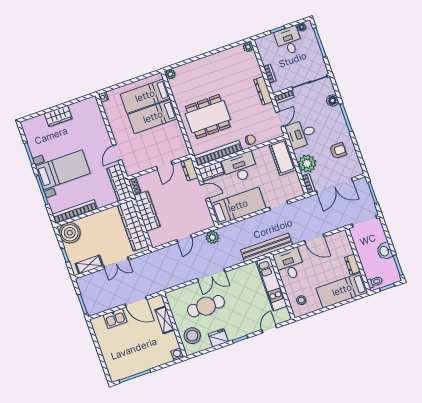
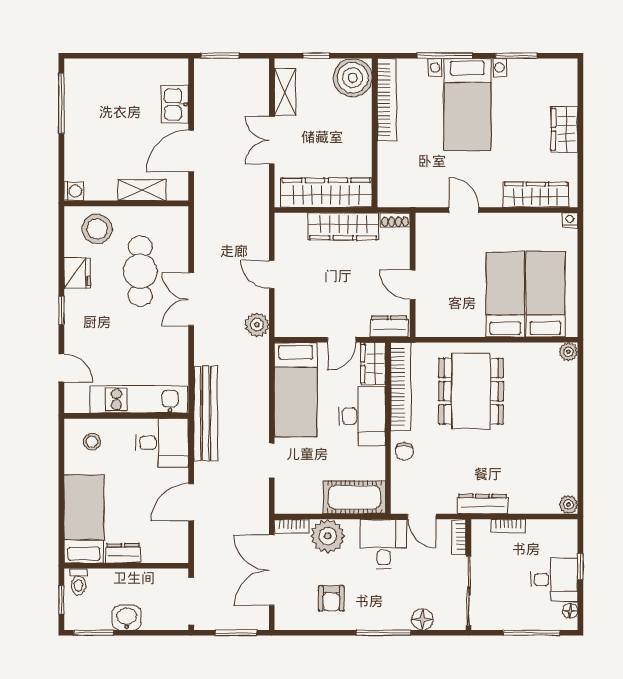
wardrobe: (119, 183) -> (536, 195), moved

